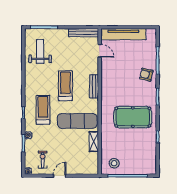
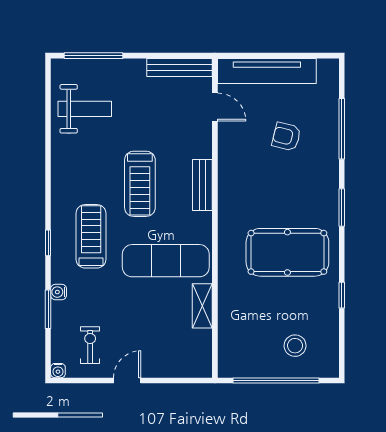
weight bench: (40, 52) -> (85, 109), turned 90
armchair: (146, 75) -> (286, 137), moved
treadmill: (65, 86) -> (140, 184), turned 180
stool: (114, 163) -> (295, 346), moved

